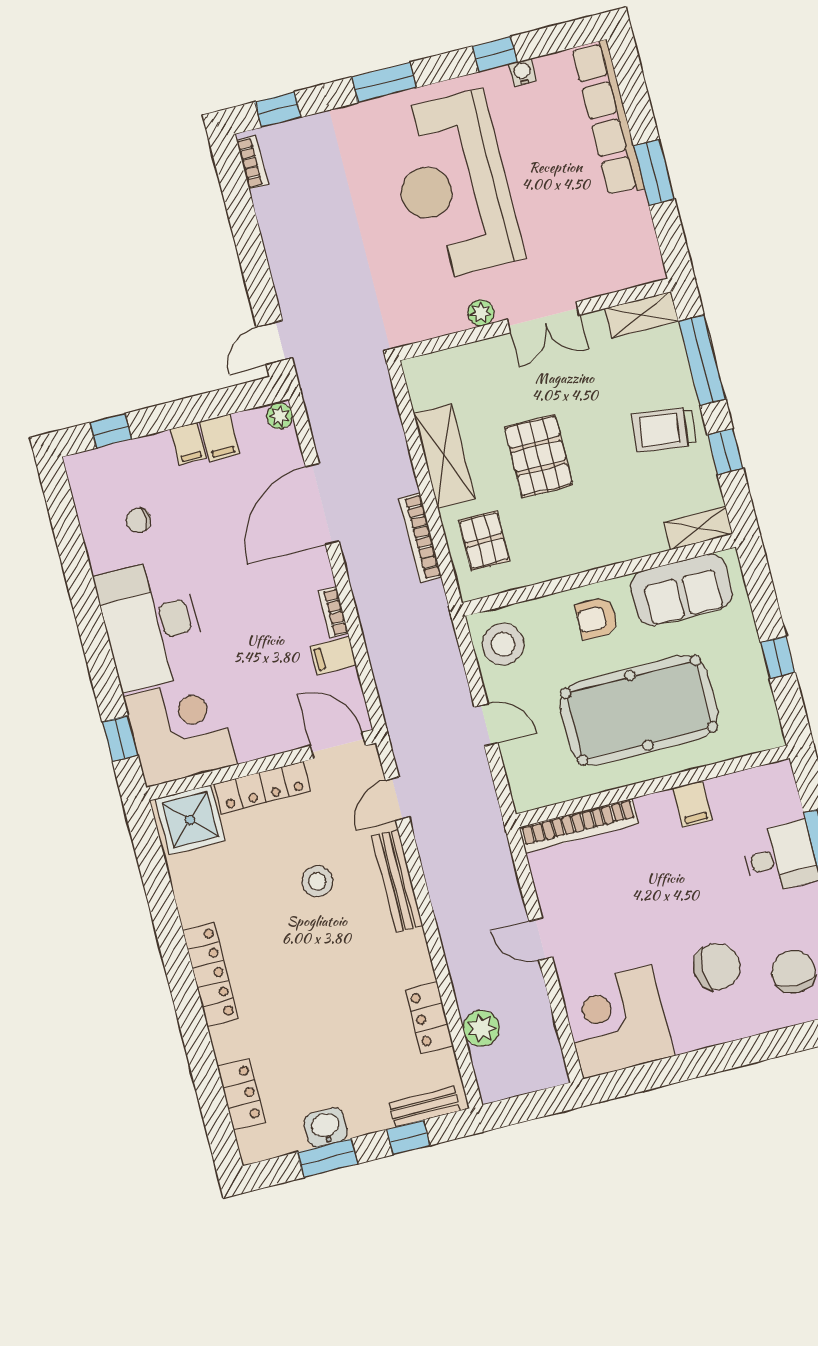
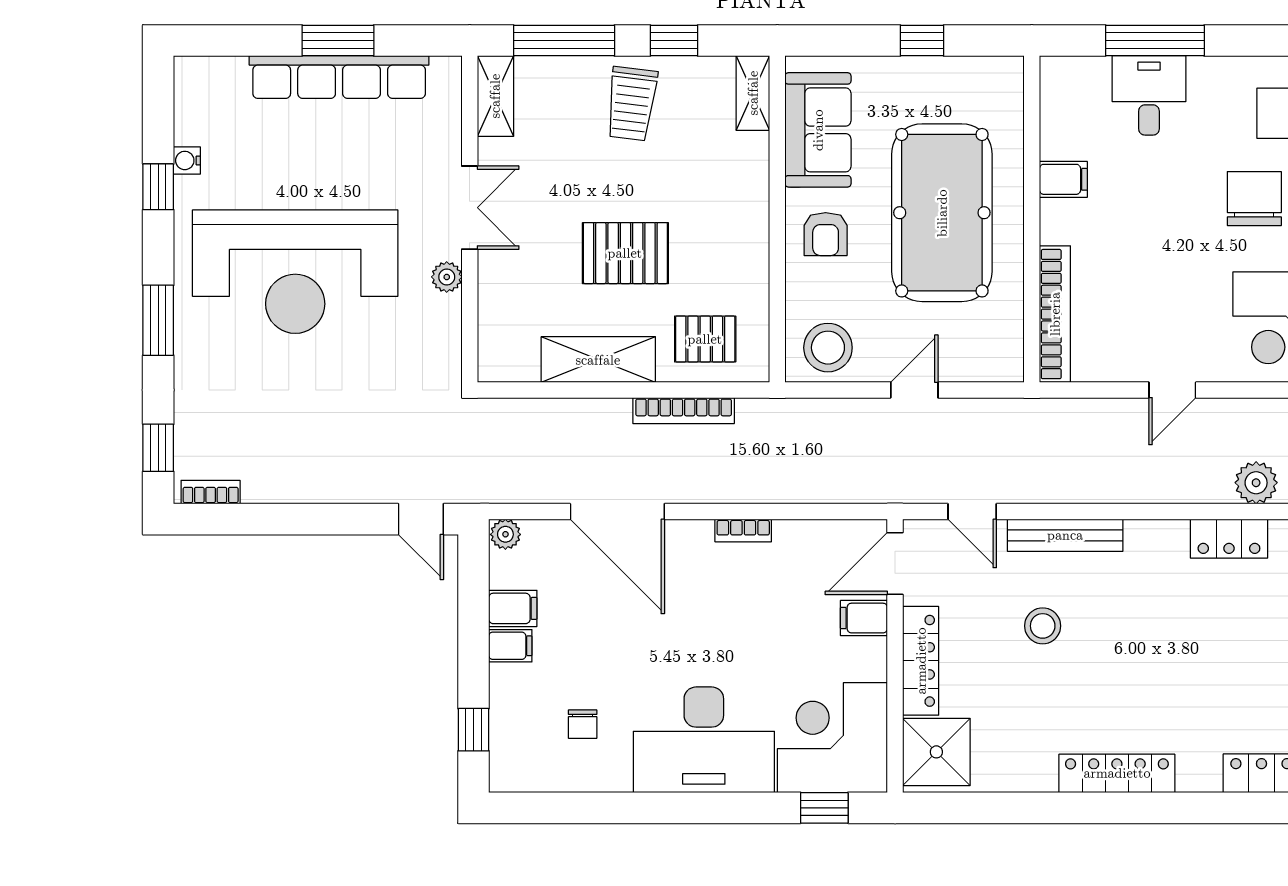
row of seats: (608, 118) -> (339, 77), moved
filing cabinet: (333, 656) -> (864, 618), moved, turned 90

